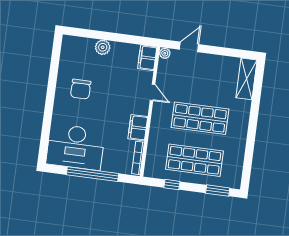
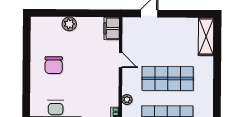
plant: (165, 53) -> (127, 100), moved
filing cabinet: (138, 128) -> (111, 94), removed

